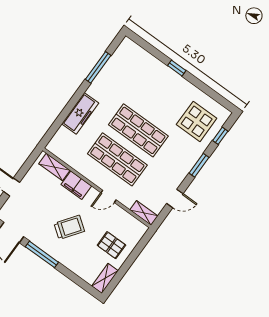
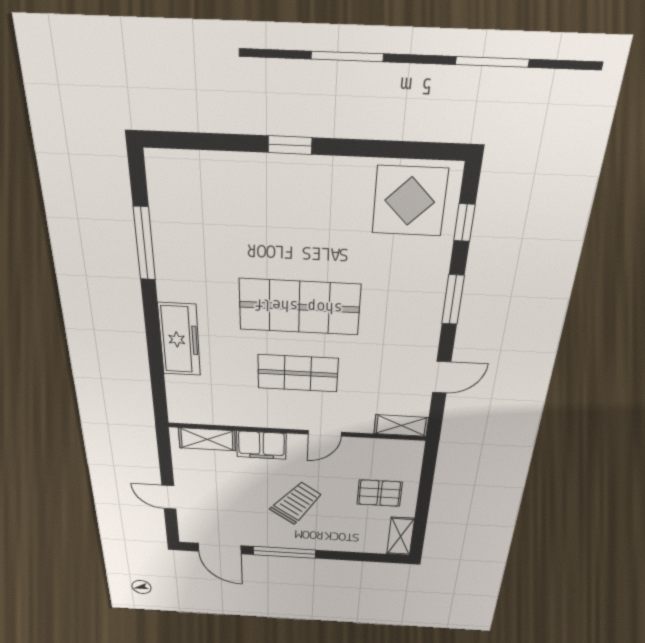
display table: (197, 121) -> (410, 201), moved
shop shelf: (117, 159) -> (298, 373), width x0.70, depth x0.74

